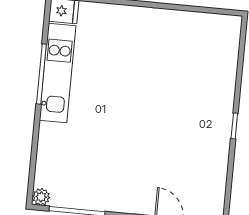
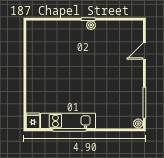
plant: (223, 130) -> (91, 25), added

